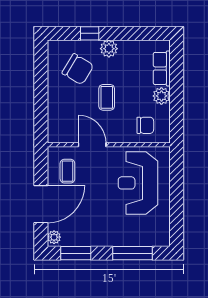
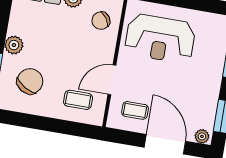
coffee table: (107, 97) -> (78, 100), moved
chair: (145, 125) -> (101, 21), turned -125

